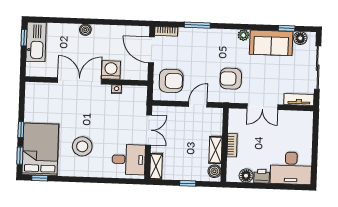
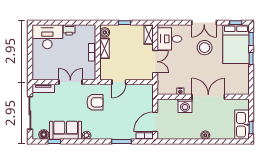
door: (151, 50) -> (155, 122), swing flipped
double door: (80, 81) -> (208, 97), swing flipped
armchair: (171, 81) -> (140, 99), removed
double door: (149, 130) -> (155, 62), swing flipped
floor lamp: (246, 176) -> (81, 30), removed
double door: (82, 180) -> (204, 23), added

